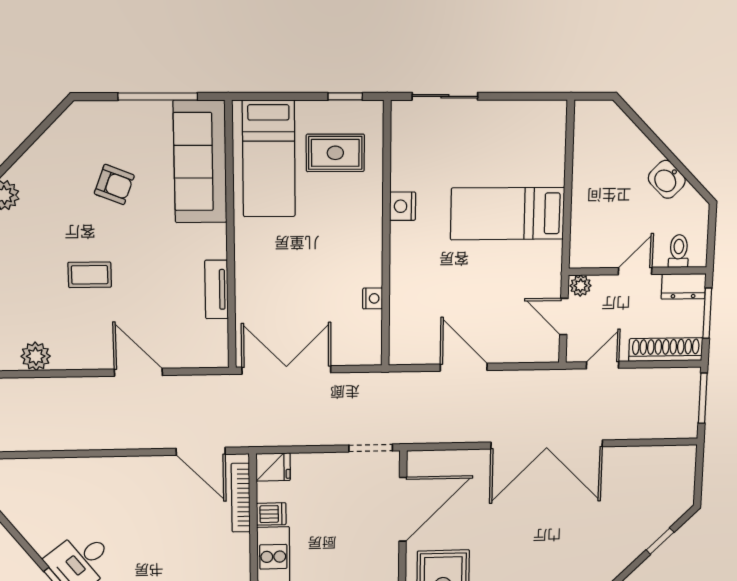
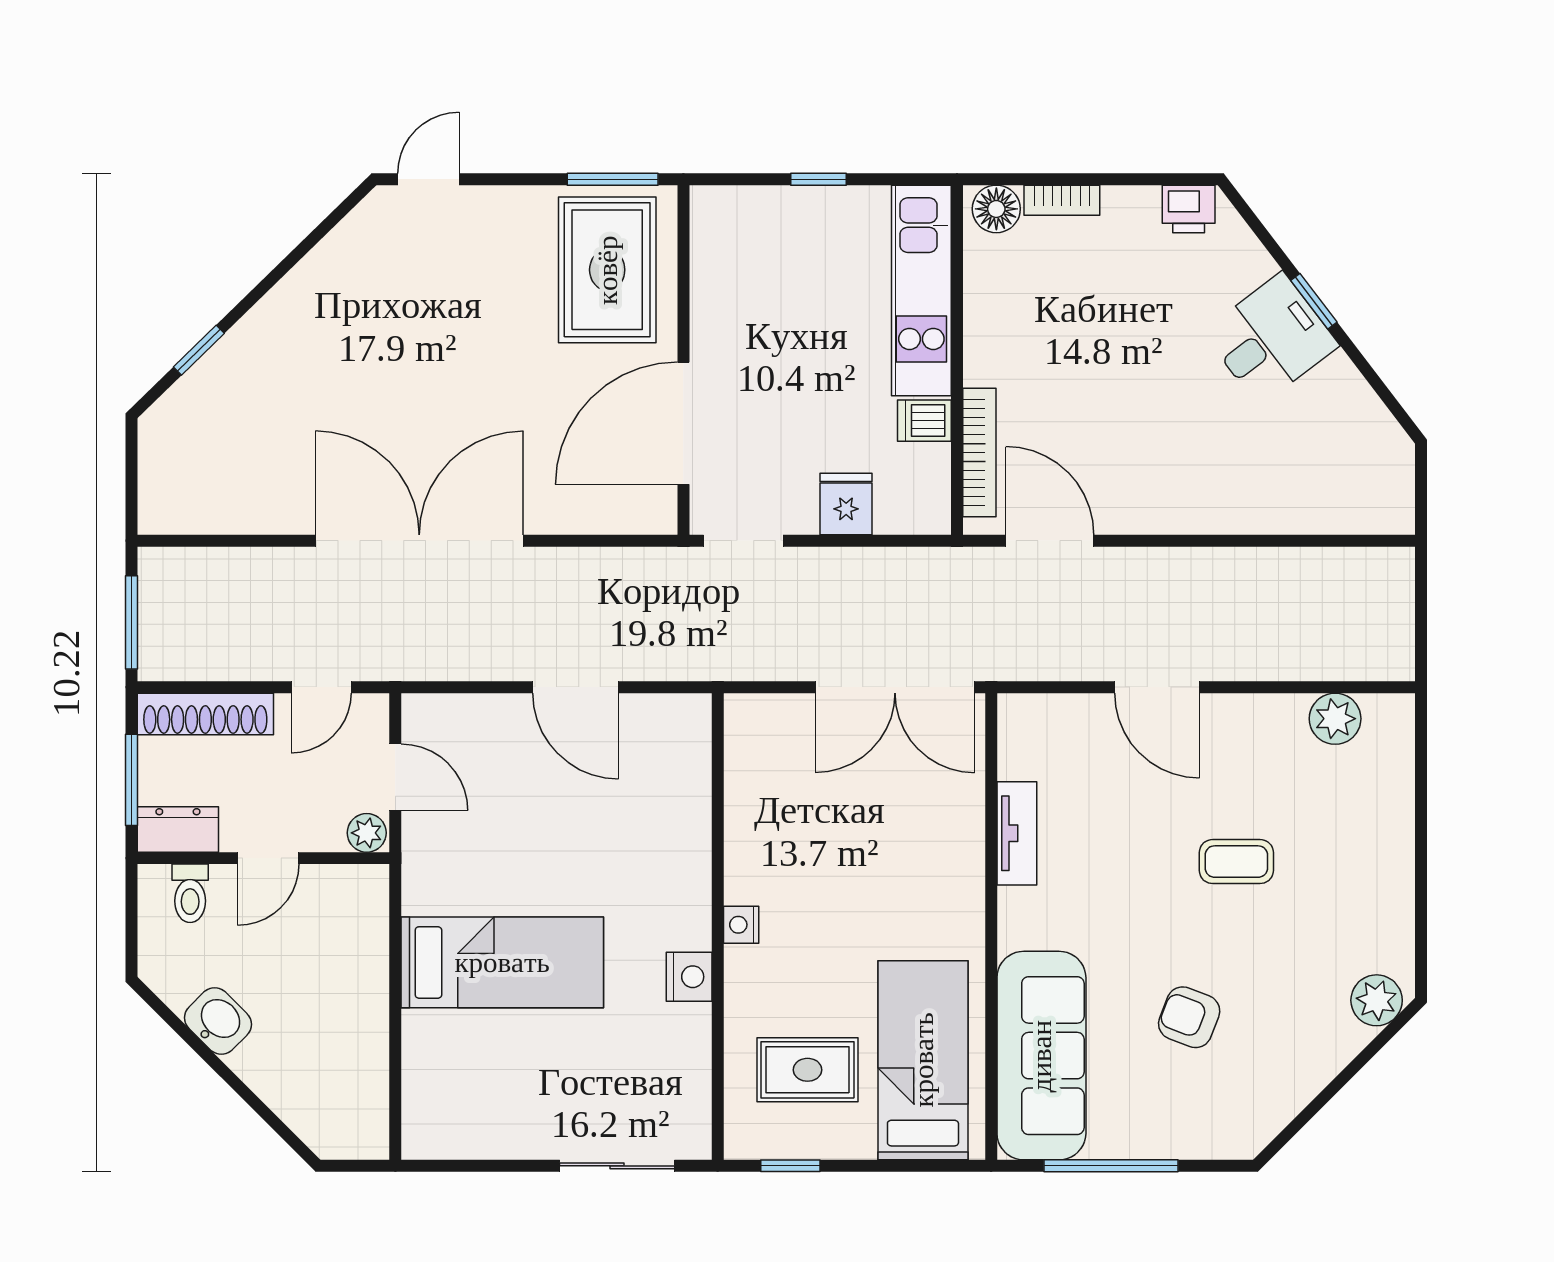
nightstand: (373, 298) -> (741, 925), moved
fridge: (273, 467) -> (846, 504), moved, turned 90

